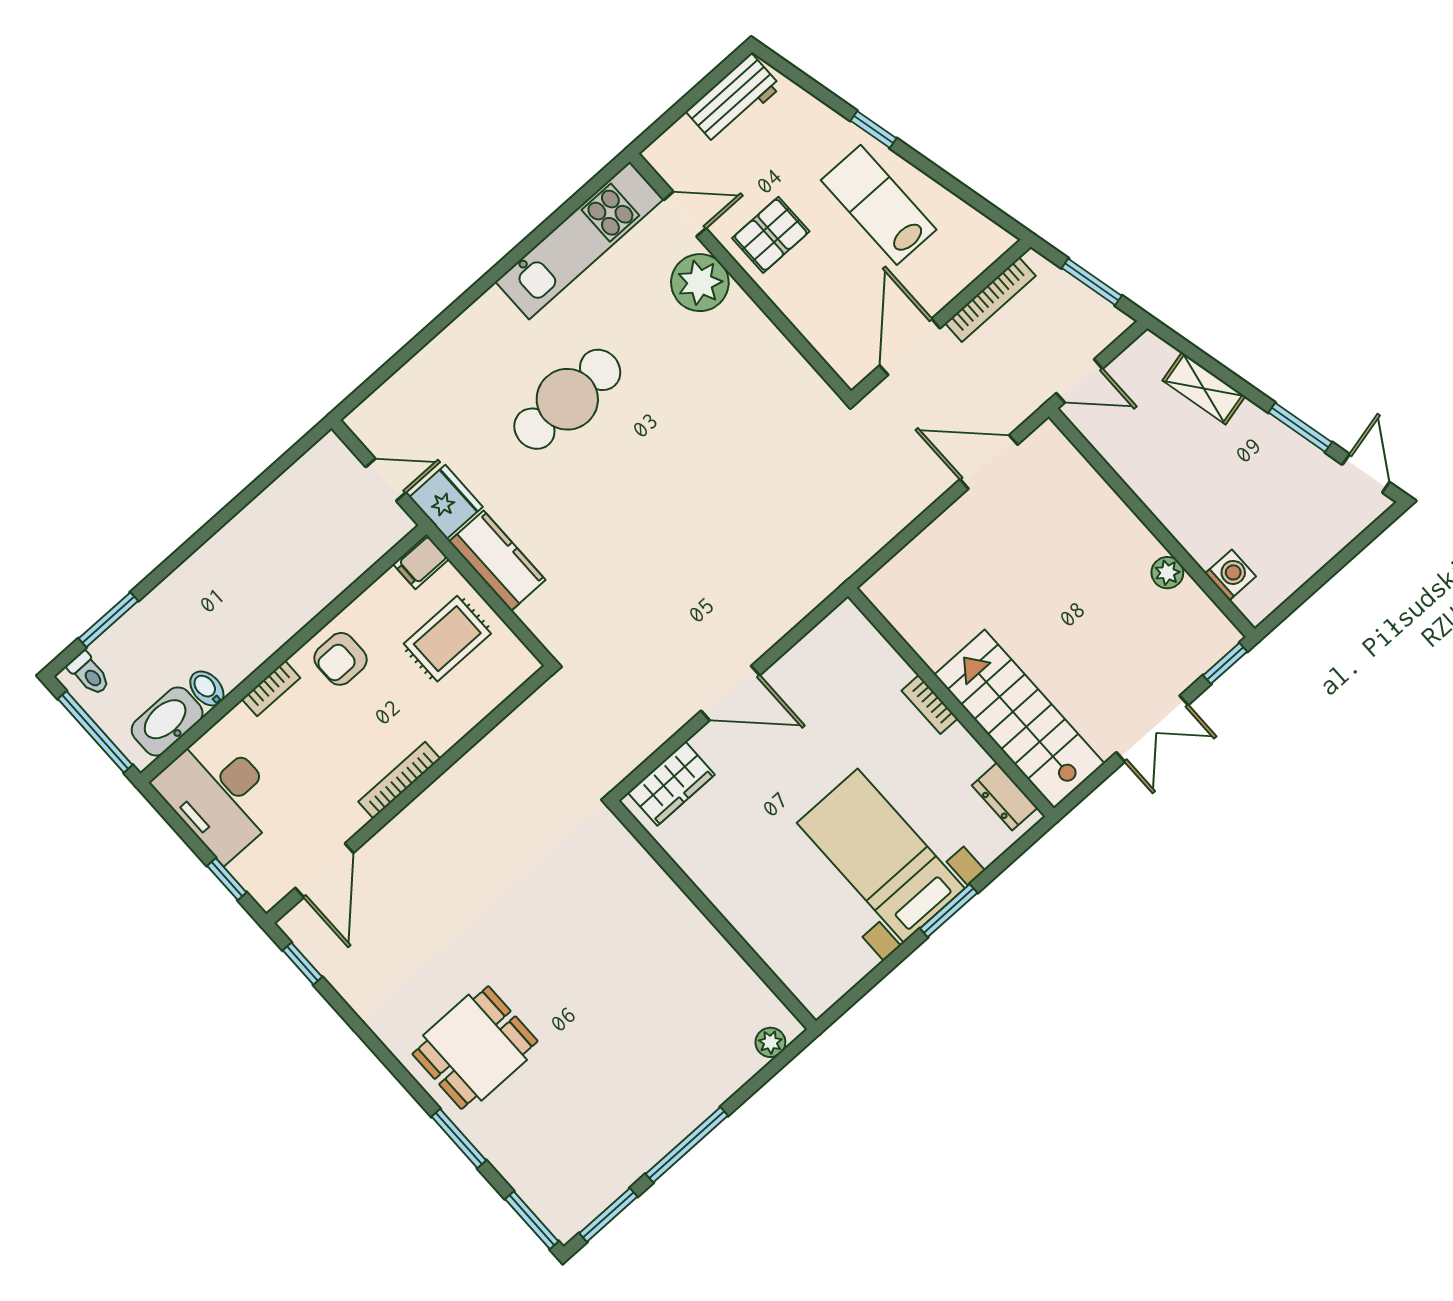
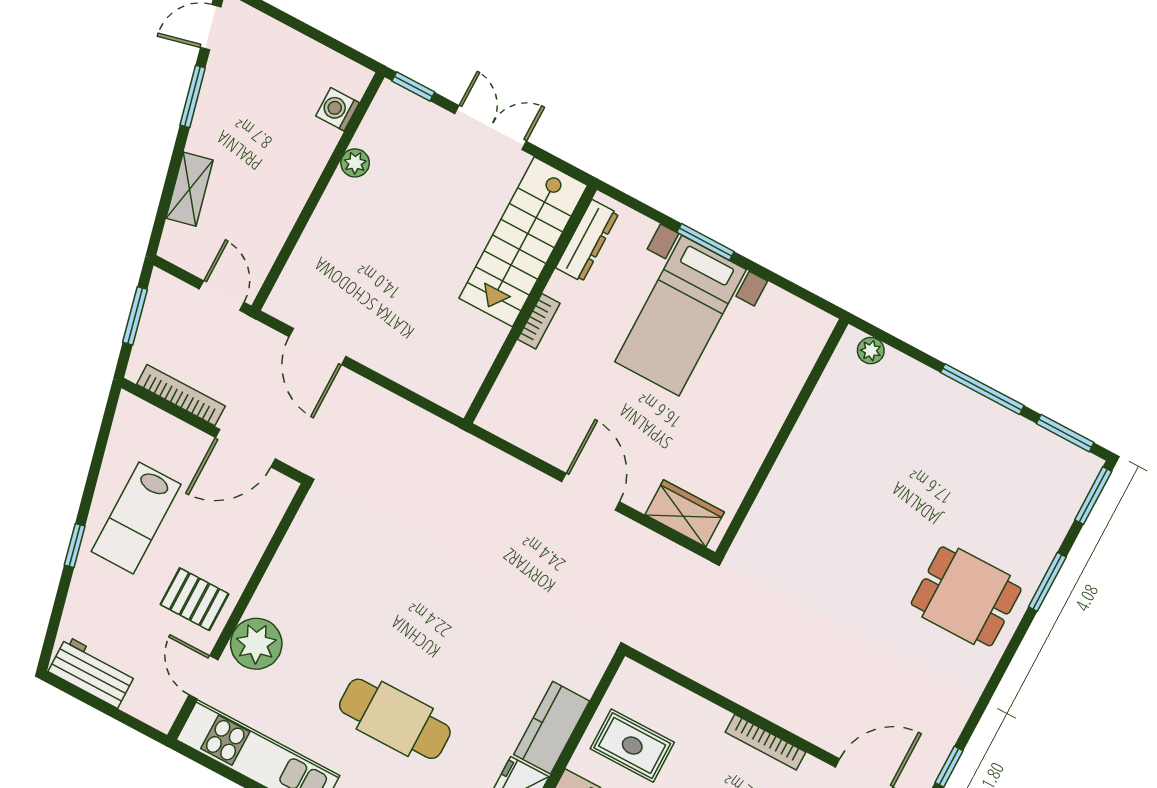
dresser: (1005, 797) -> (587, 241), width x1.44

